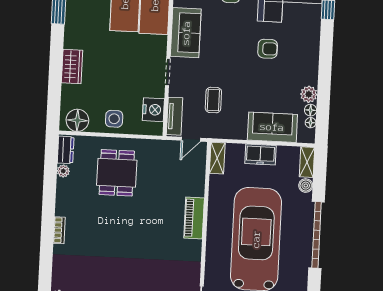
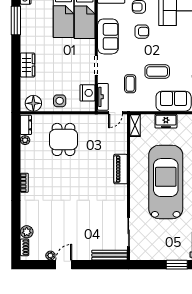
armchair: (268, 49) -> (142, 32), moved
coffee table: (252, 85) -> (157, 72), added

